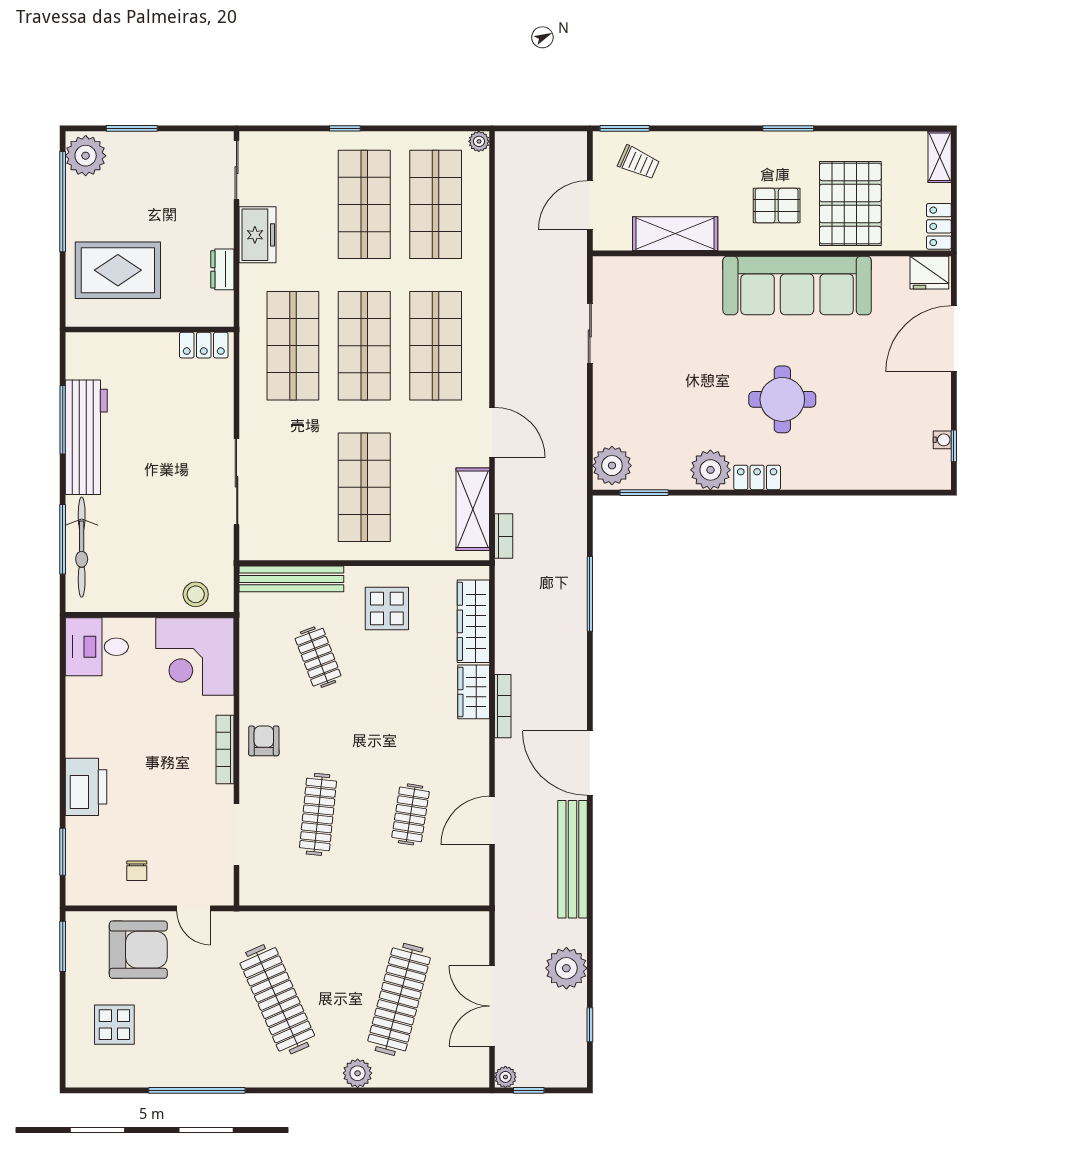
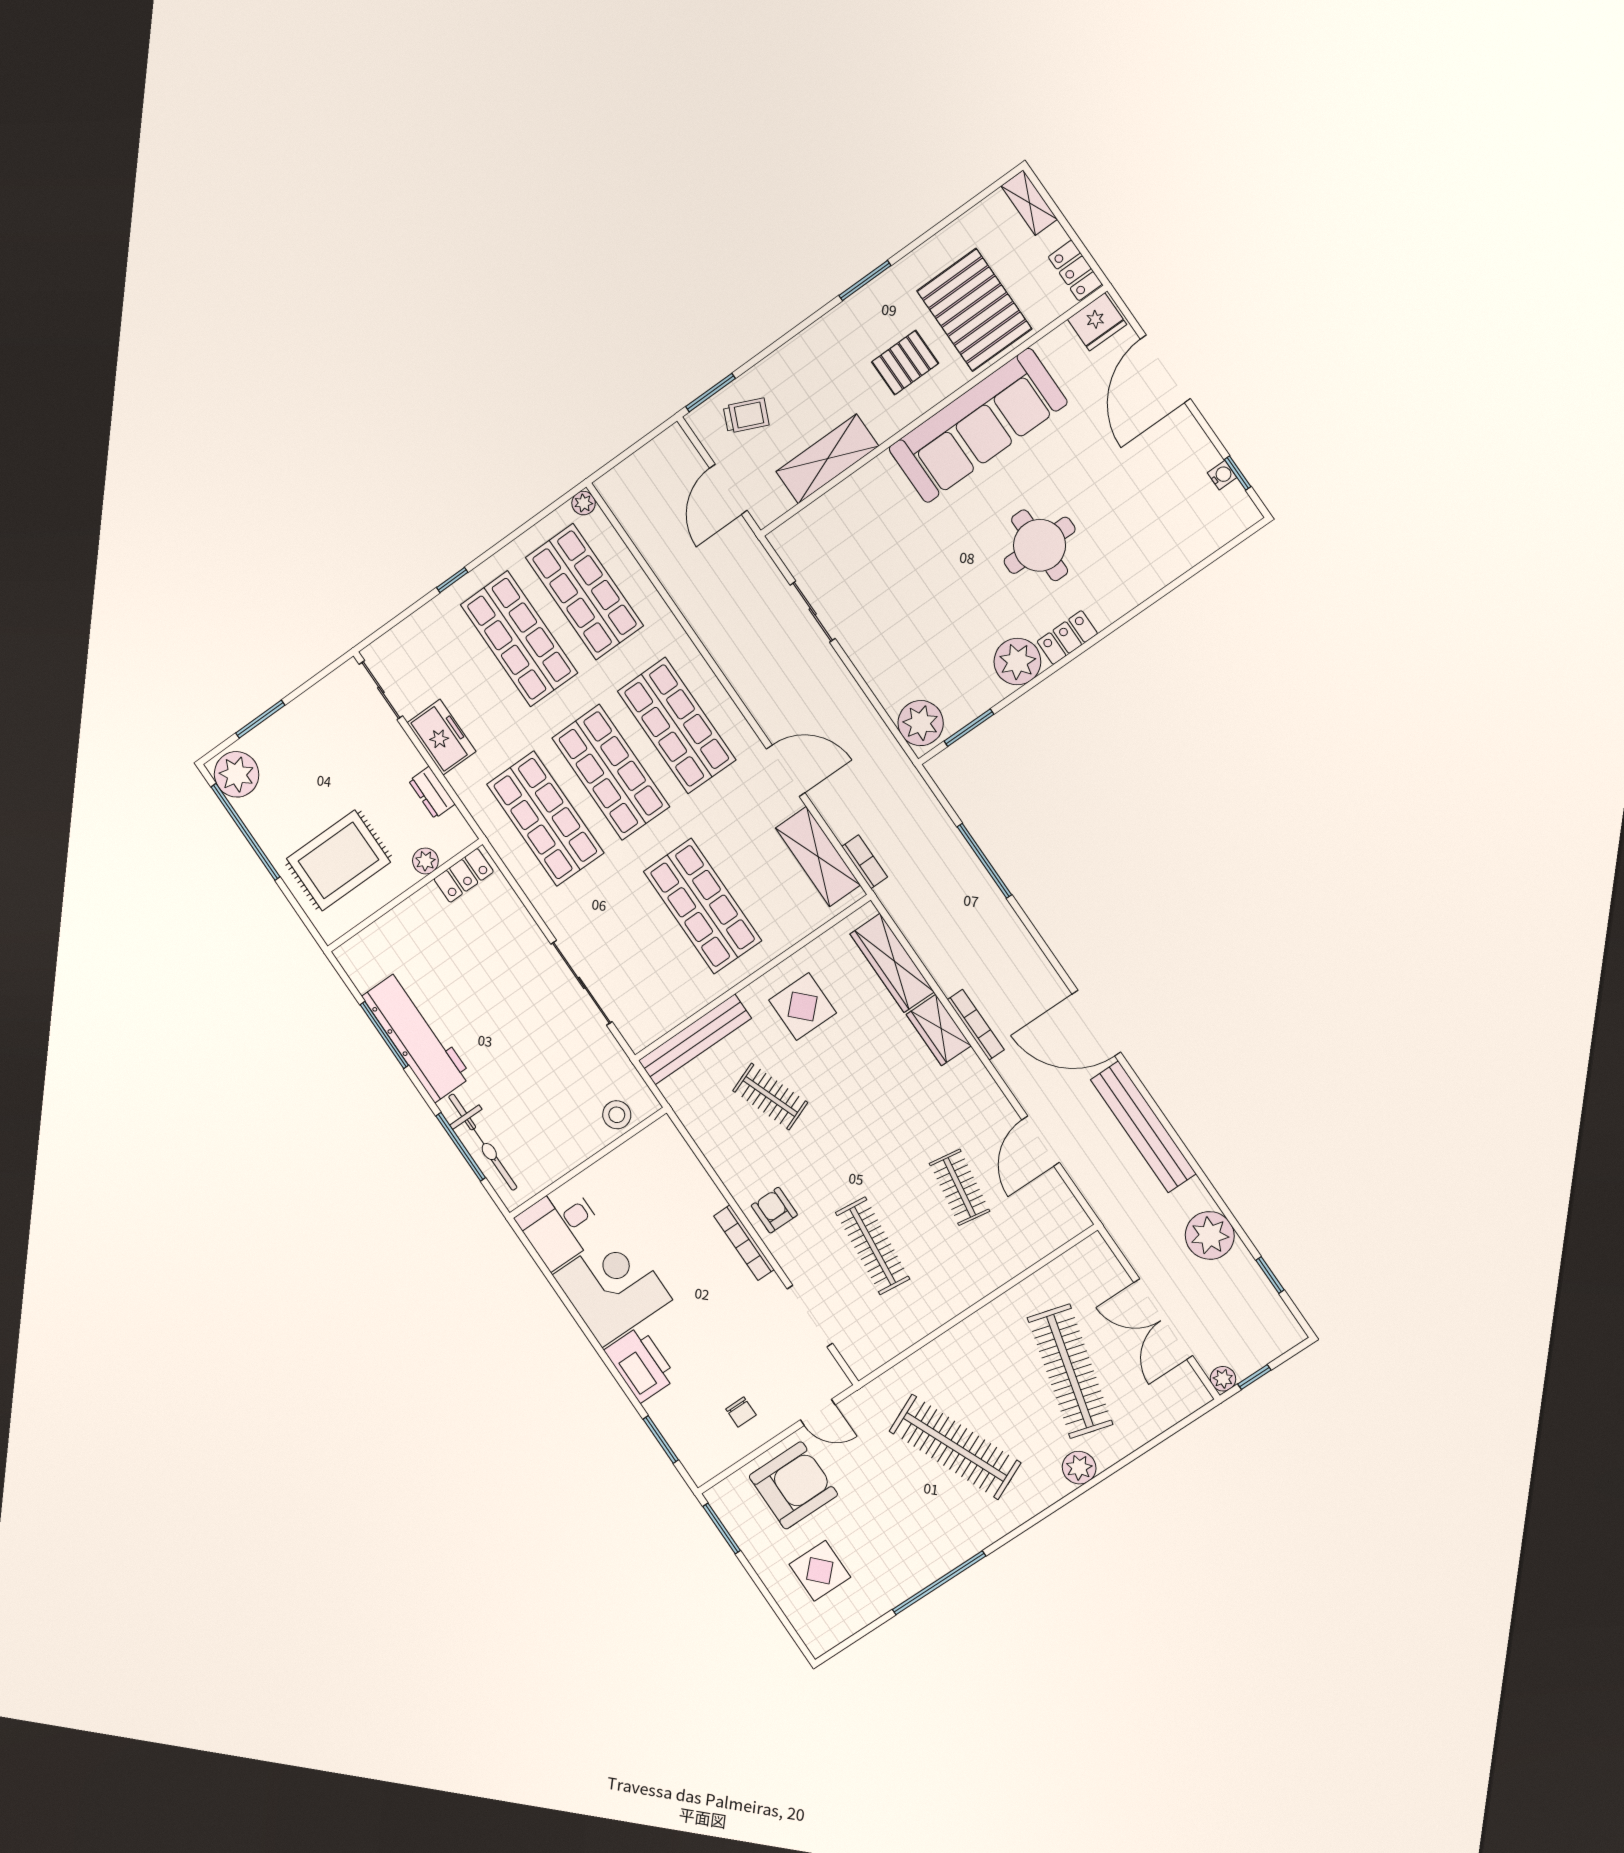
plant: (183, 315) -> (425, 861), added
corner desk: (195, 657) -> (612, 1287), moved, turned 180

